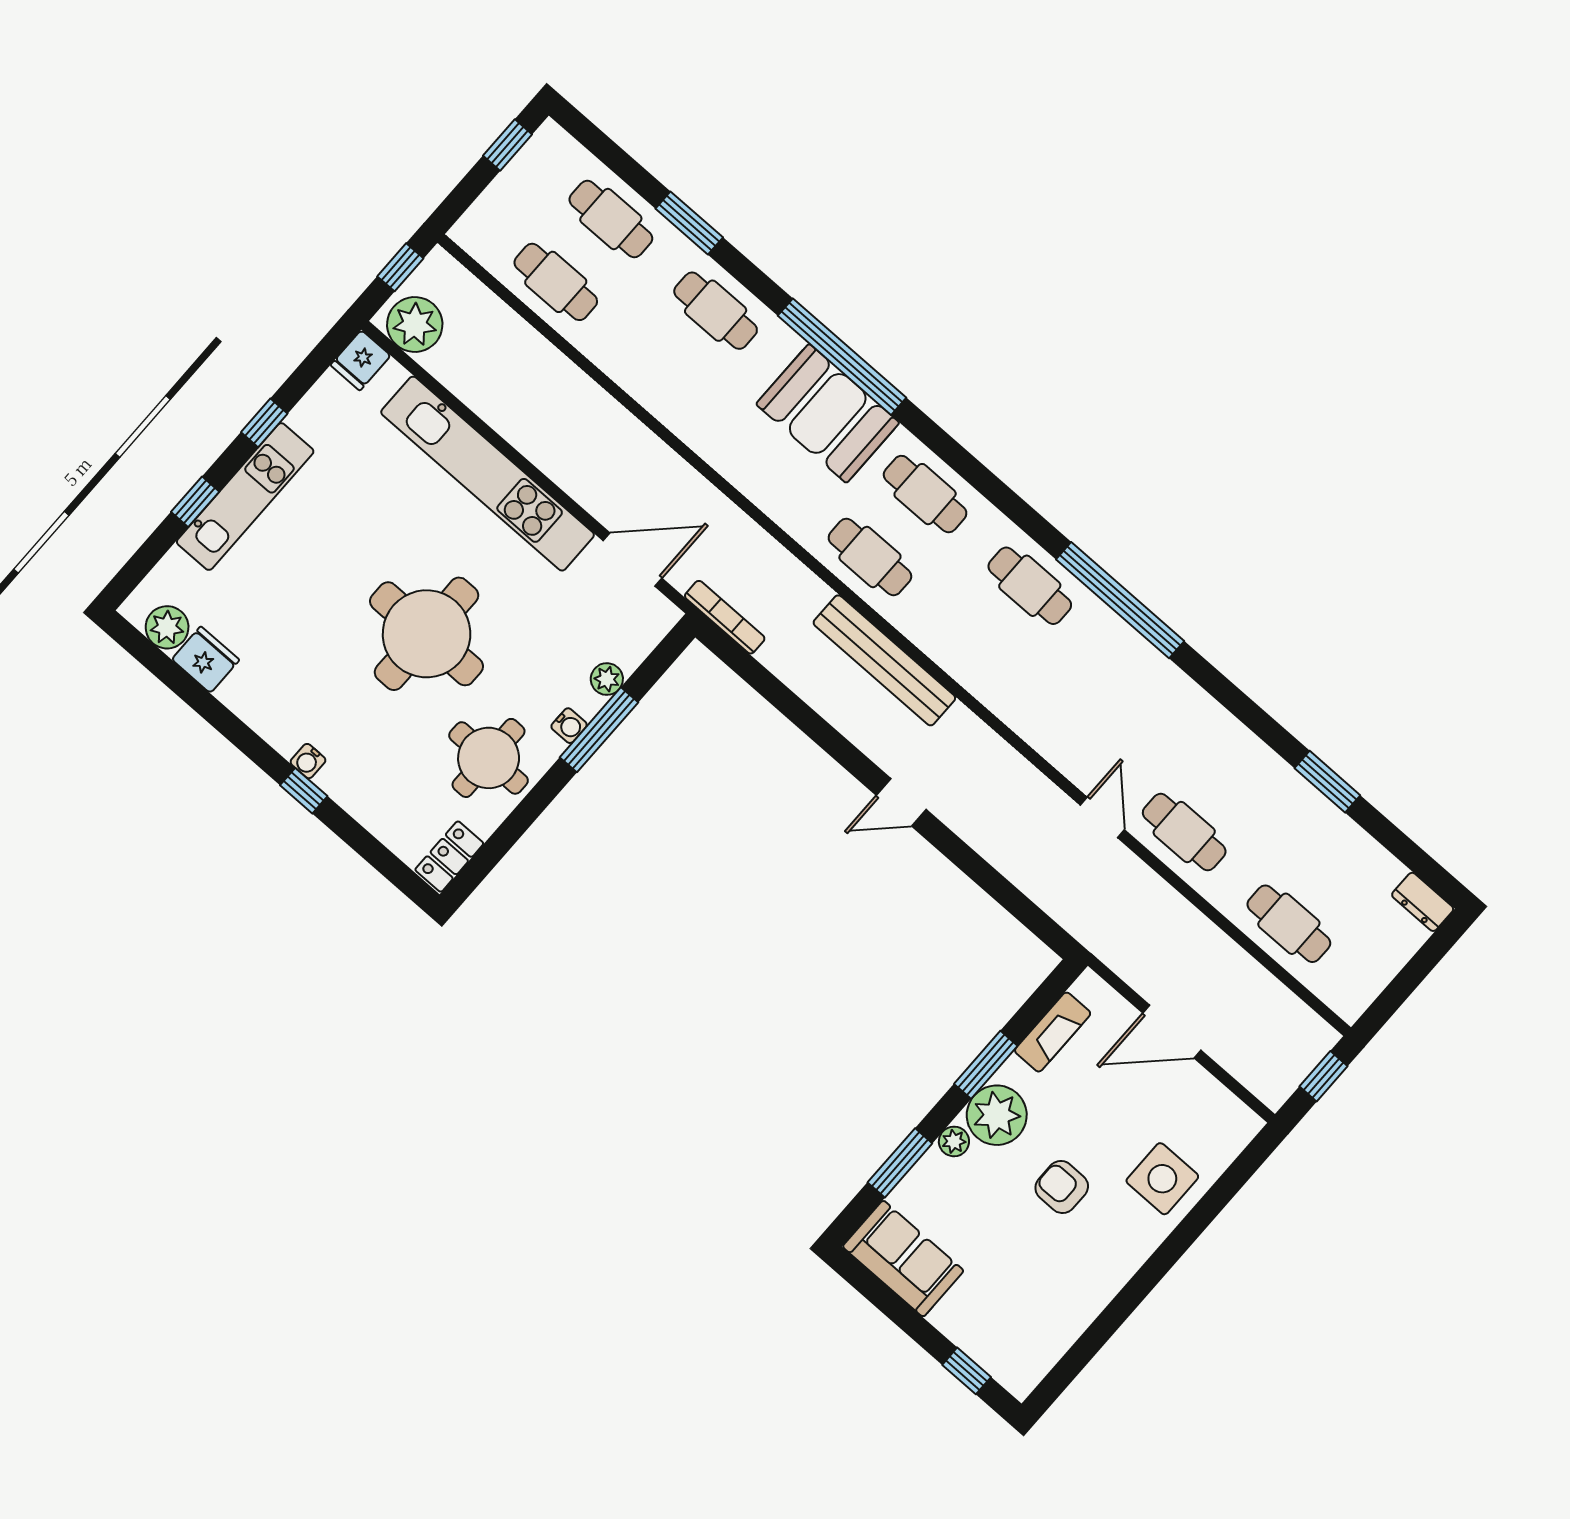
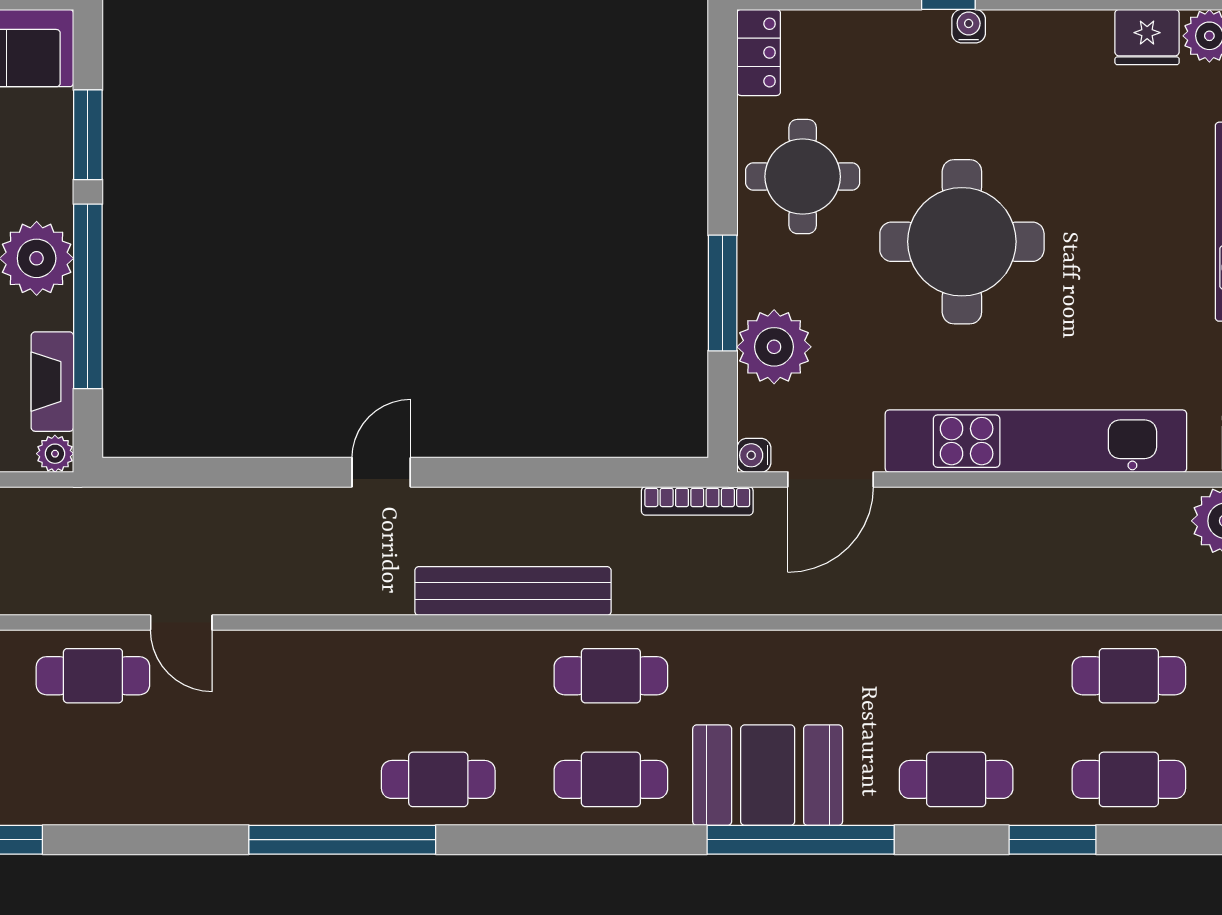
plant: (607, 679) -> (774, 347), width x1.87, depth x1.87
water cooler: (569, 726) -> (754, 455), moved
window: (986, 1065) -> (88, 296), width x2.11
plant: (954, 1141) -> (55, 454), moved

